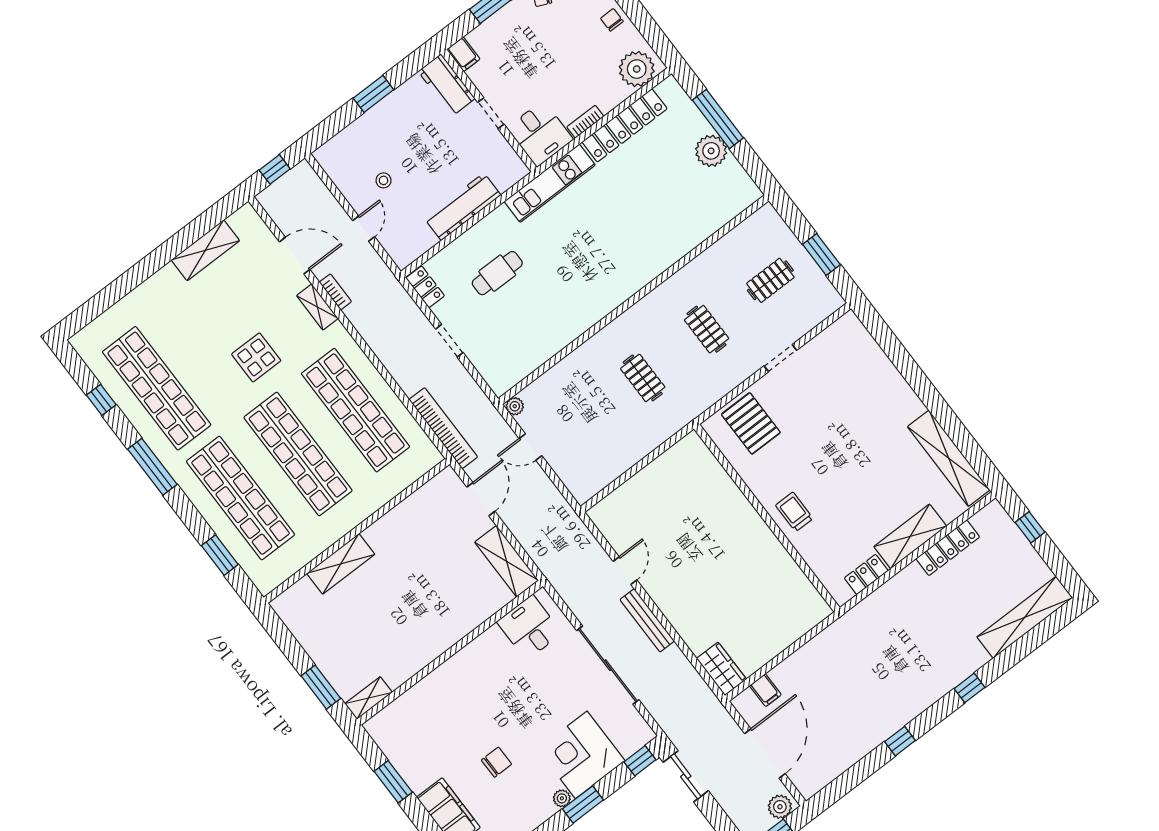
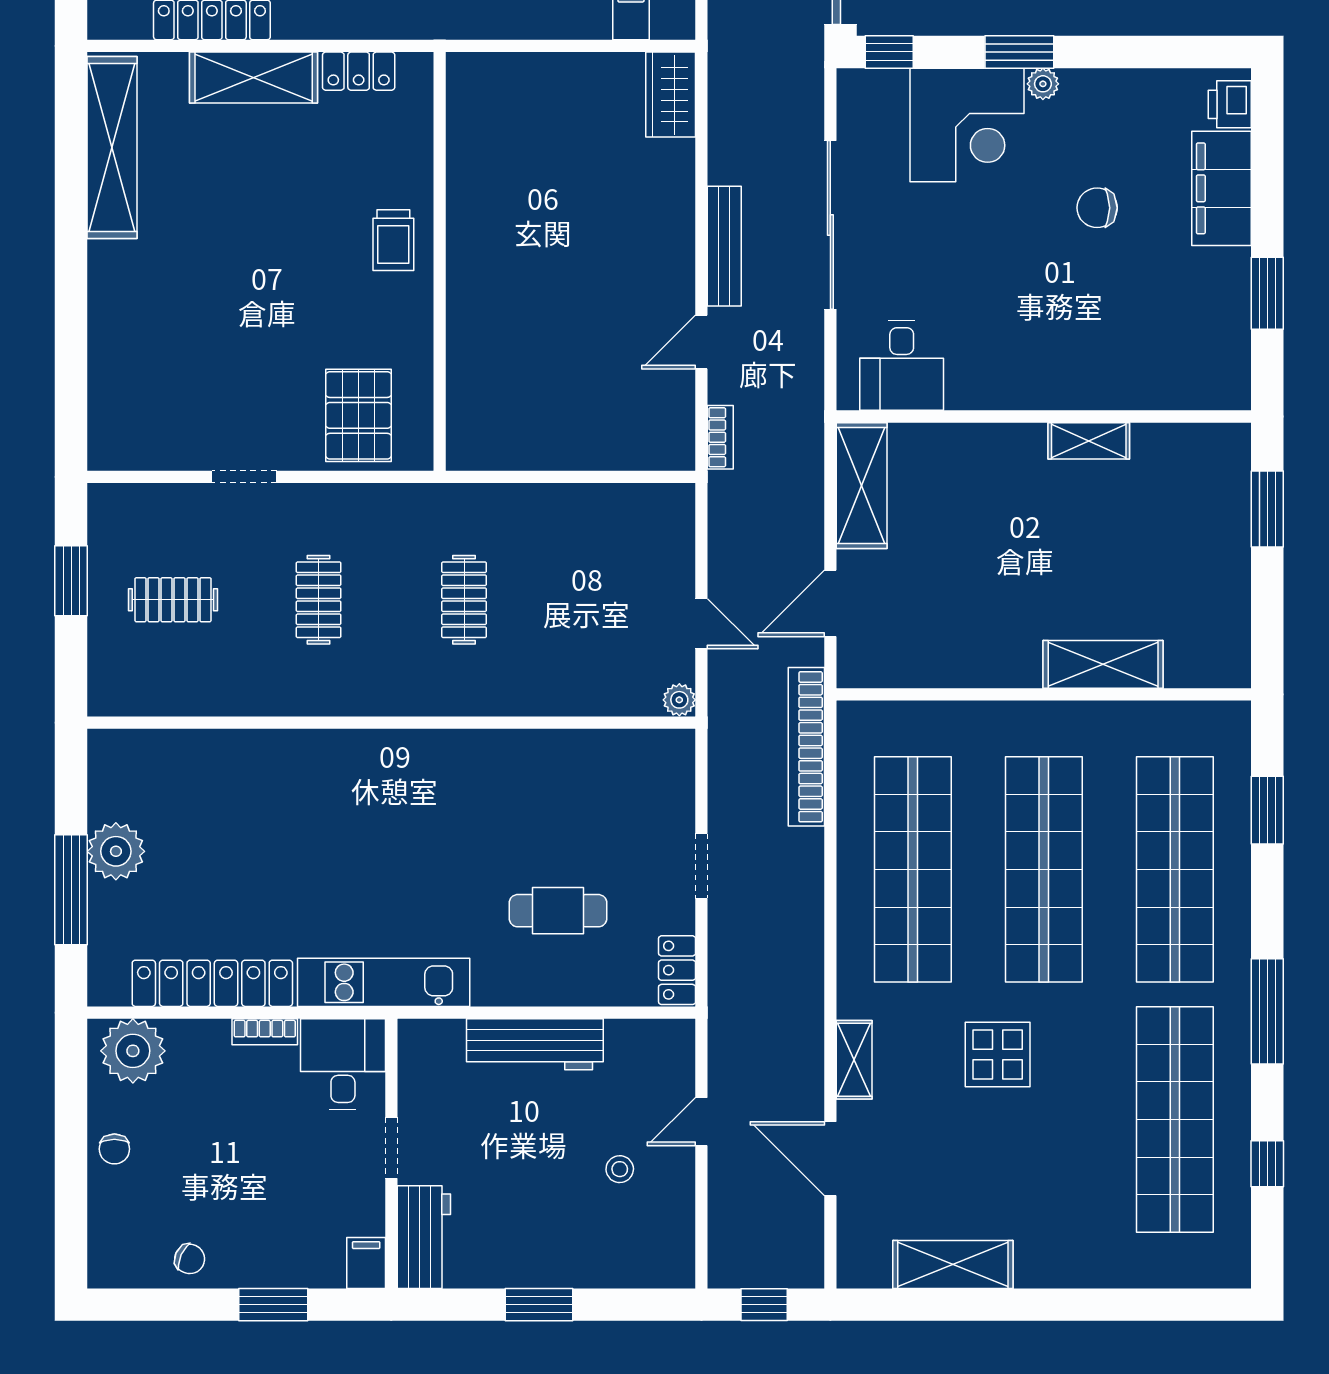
bookcase: (335, 292) -> (720, 437), moved, turned 180
shelving: (369, 698) -> (1089, 441), moved

